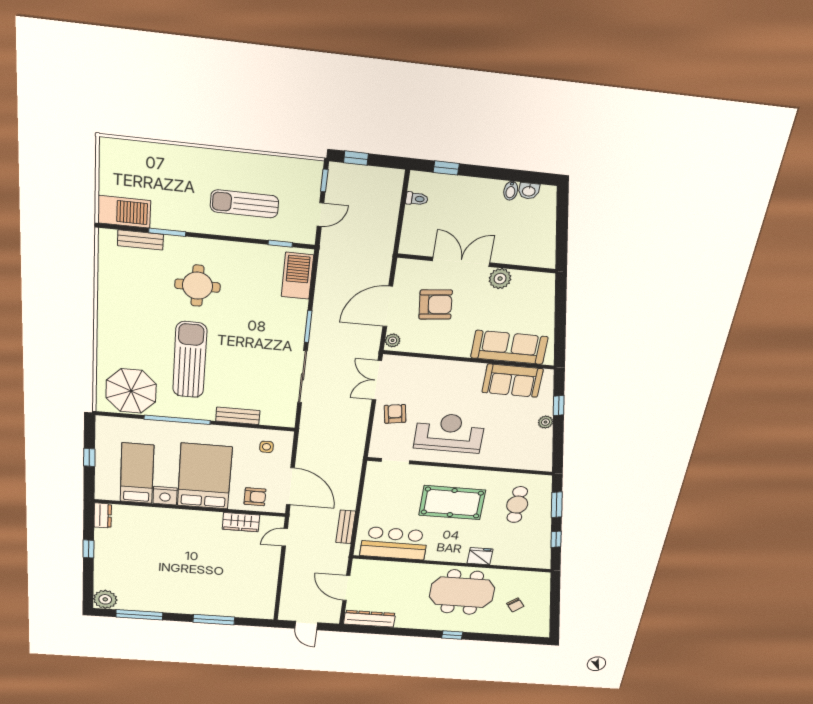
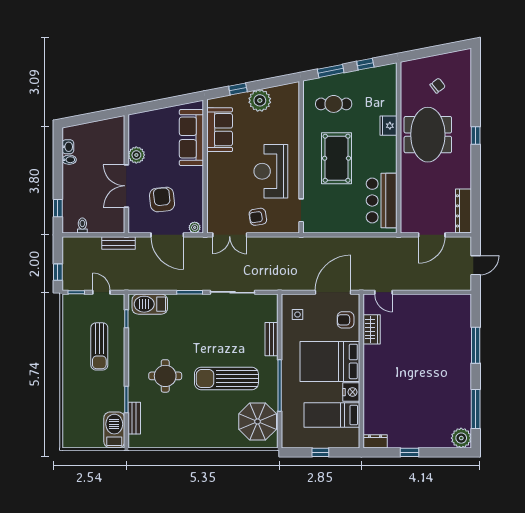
plant: (546, 422) -> (260, 100), width x1.88, depth x1.88
armchair: (255, 497) -> (346, 320), turned -90
bench: (346, 527) -> (118, 243), moved

